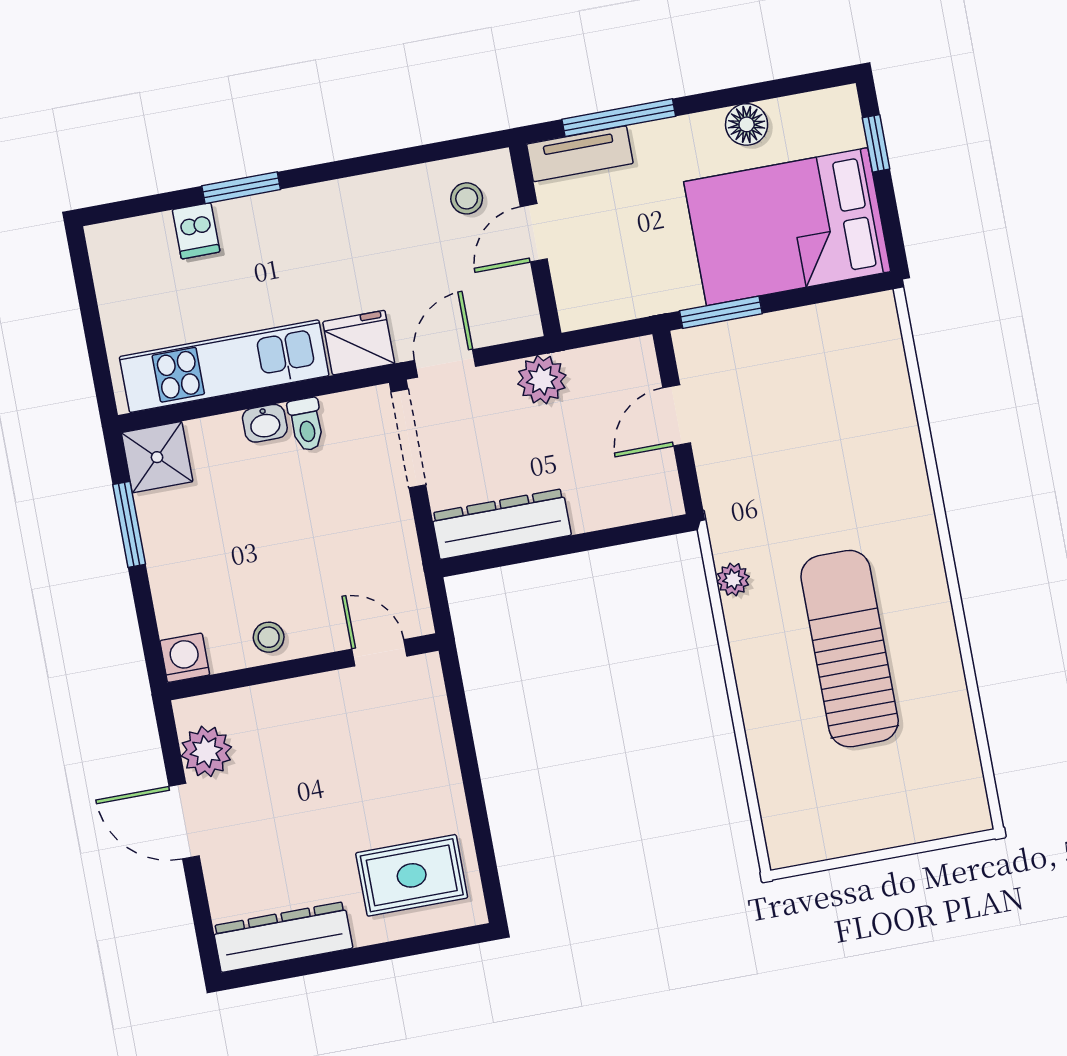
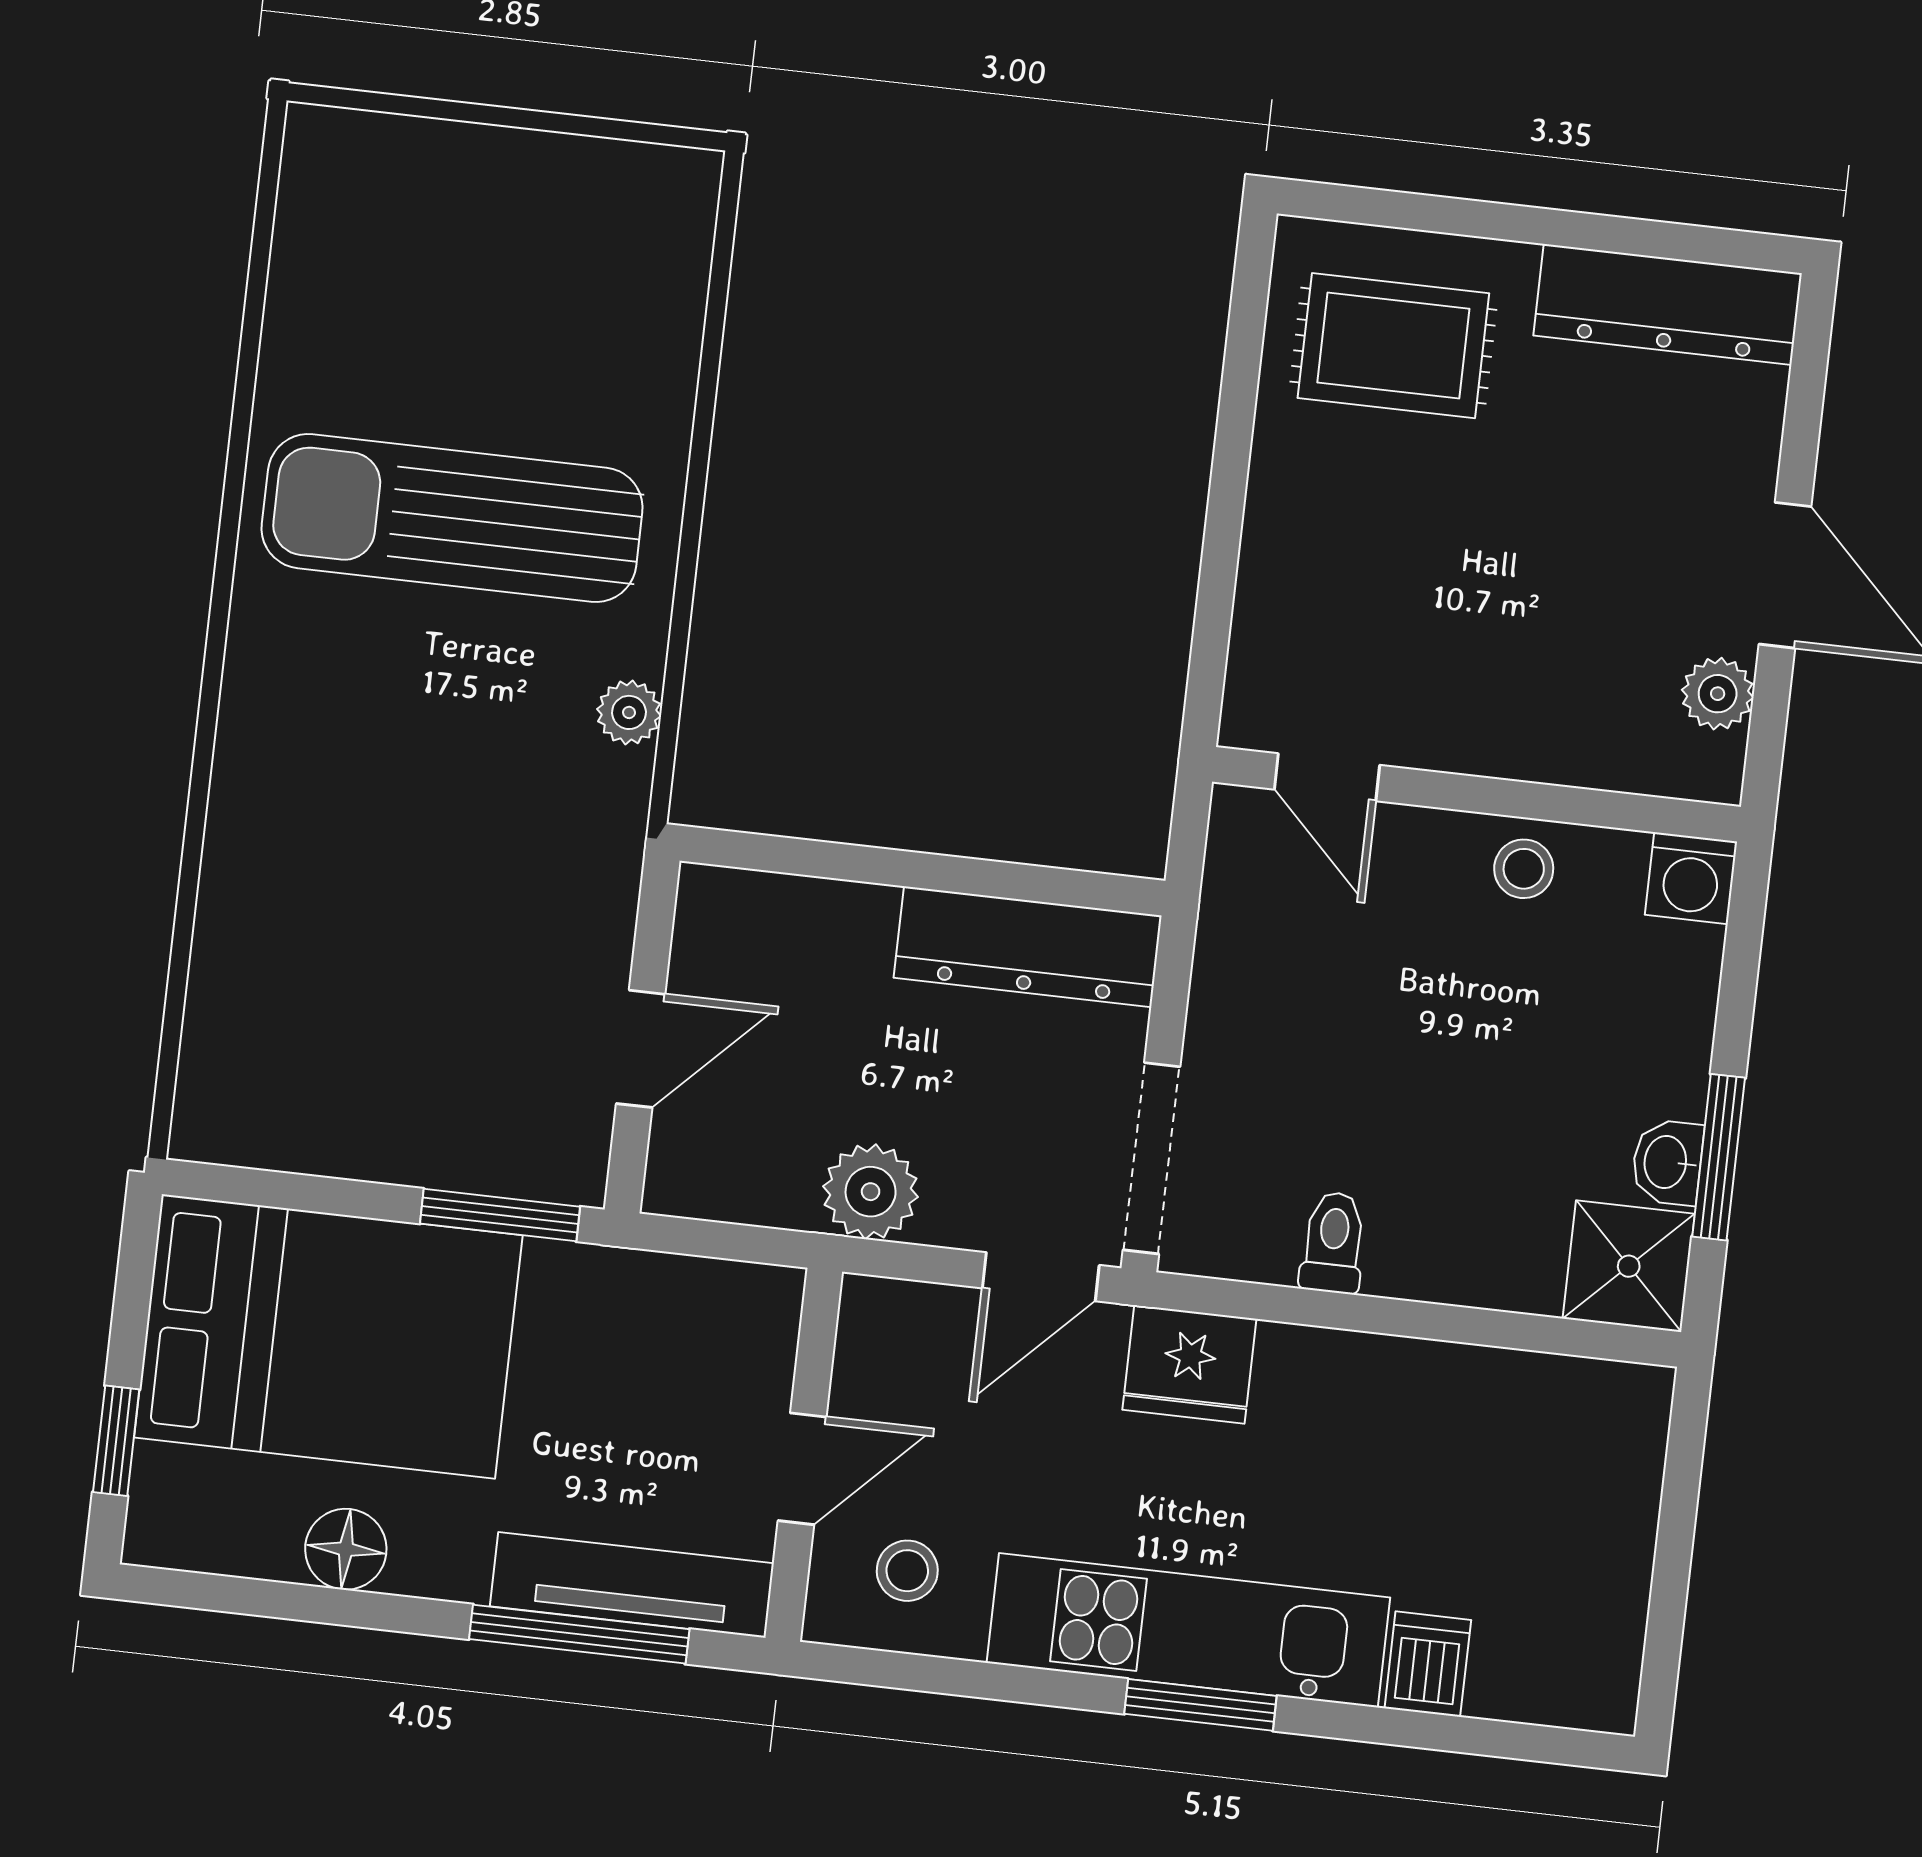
tv unit: (580, 154) -> (632, 1585), width x1.41
window: (241, 188) -> (1200, 1705), moved
kitchen unit: (224, 366) -> (1188, 1630), moved, turned 180
washbasin: (265, 423) -> (1667, 1162), moved, turned -90
sun lounger: (850, 649) -> (452, 518), turned 90
plant: (206, 751) -> (1718, 694), width x0.73, depth x0.73

